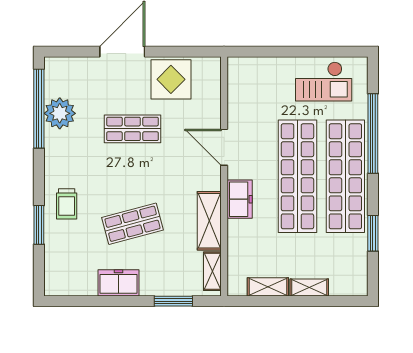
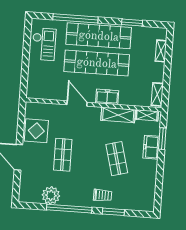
window: (39, 109) -> (69, 209), moved
door: (224, 147) -> (77, 103), swing flipped
freezer: (118, 283) -> (151, 147), moved
shelving: (268, 287) -> (157, 94), moved
shelving: (309, 287) -> (161, 51), moved

